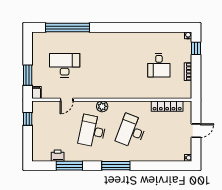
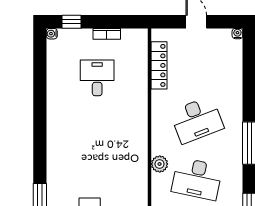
desk: (159, 65) -> (97, 78), turned -90
desk: (131, 131) -> (197, 120), turned -42

